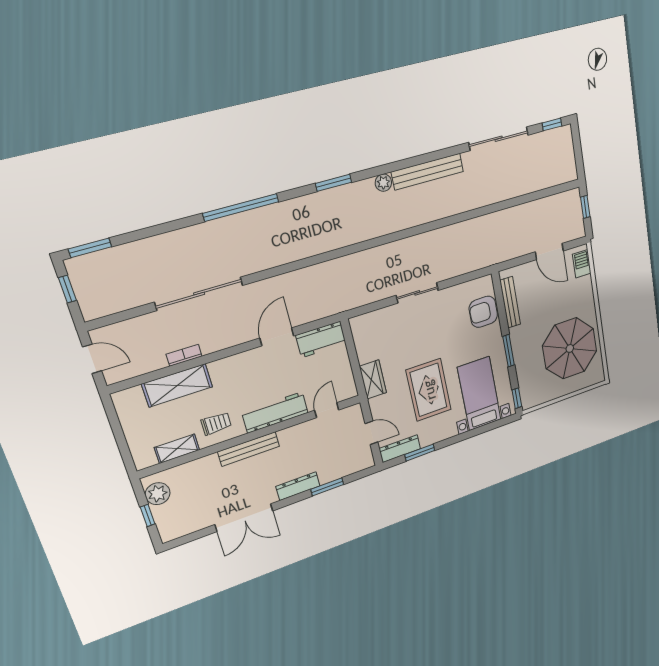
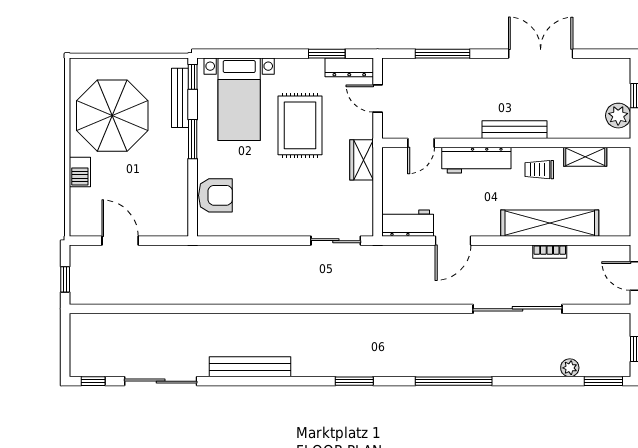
plant: (383, 183) -> (570, 368), moved
barbecue: (582, 264) -> (80, 172), moved
sliding door: (417, 293) -> (336, 241), moved
bench: (510, 302) -> (180, 98), moved
shelving: (177, 385) -> (550, 223), width x1.47
dresser: (298, 486) -> (474, 67), removed
window: (327, 487) -> (442, 54), width x1.44

